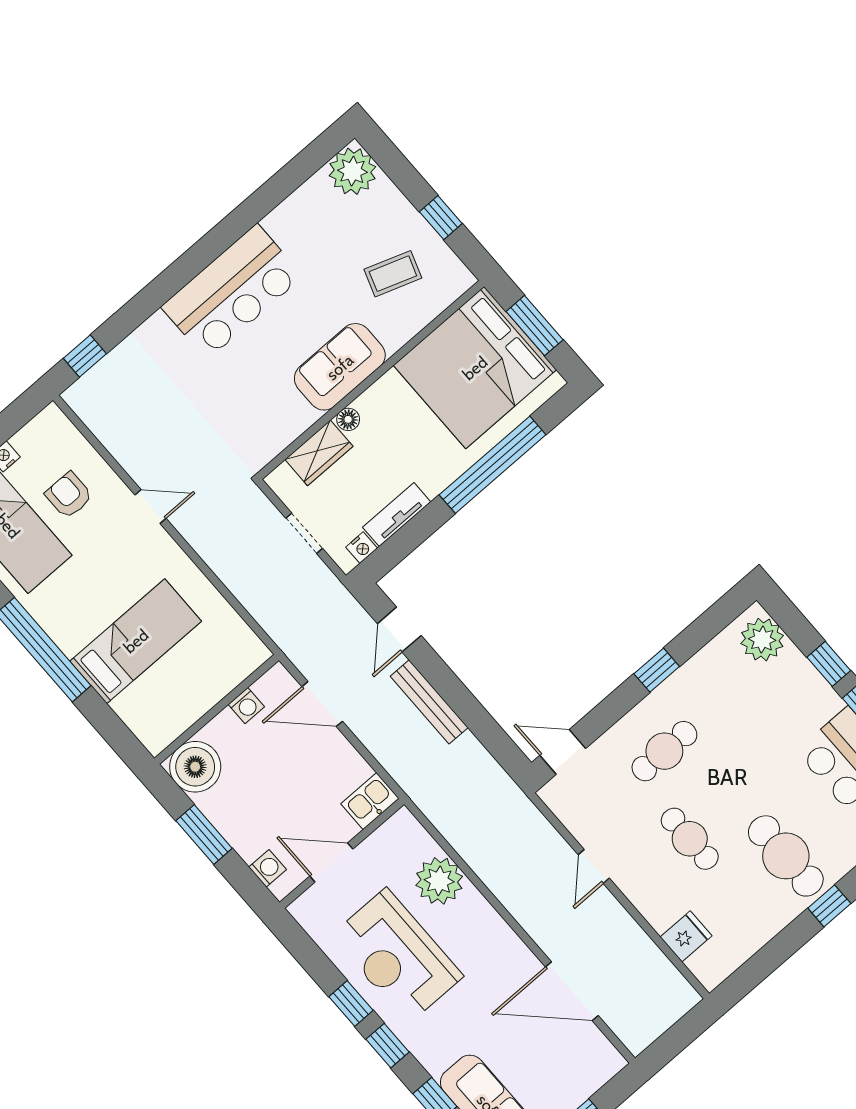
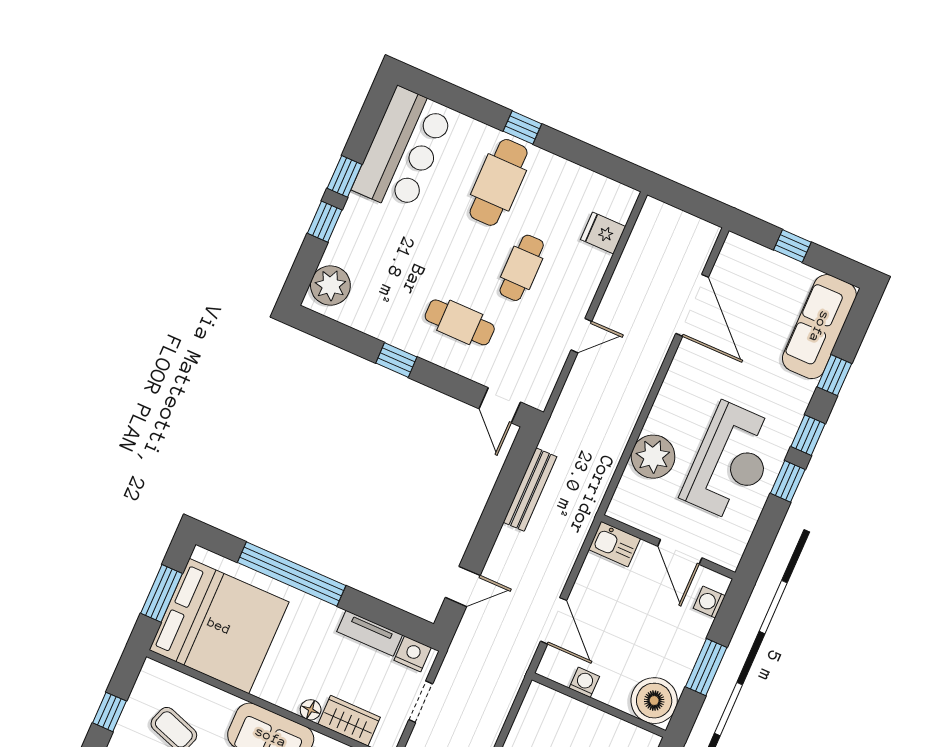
nightstand: (362, 548) -> (413, 654), width x1.39, depth x1.35
bench: (429, 702) -> (530, 490), moved

